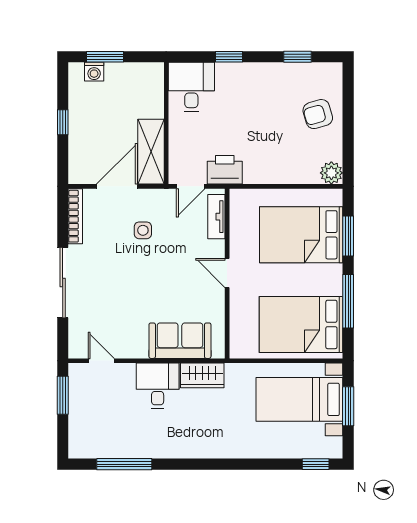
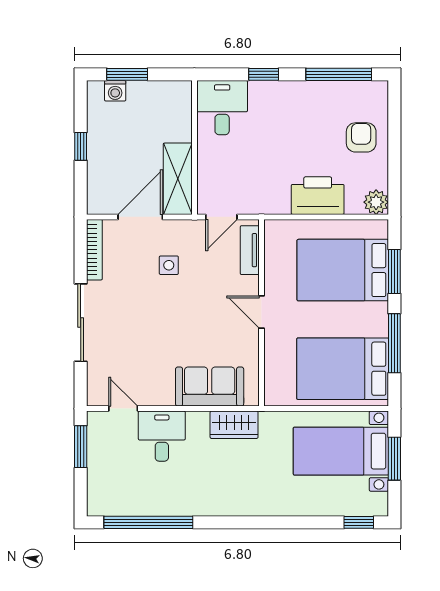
window: (297, 57) -> (339, 74), width x2.17
armchair: (318, 114) -> (361, 137), turned 106
printer: (225, 170) -> (318, 196), moved, width x1.37, depth x1.19
desk: (158, 386) -> (162, 436), moved
window: (124, 464) -> (148, 522), width x1.46

